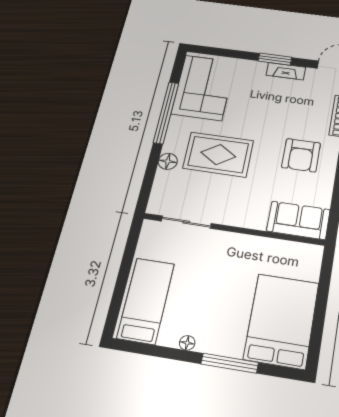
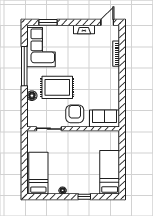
window: (275, 59) -> (48, 22), moved
armchair: (301, 155) -> (75, 114), moved, turned 180
bed: (282, 321) -> (110, 172), width x0.67
window: (230, 363) -> (84, 197), width x0.46

